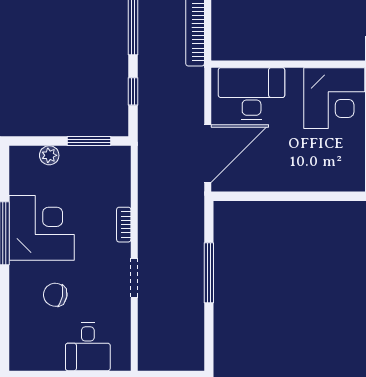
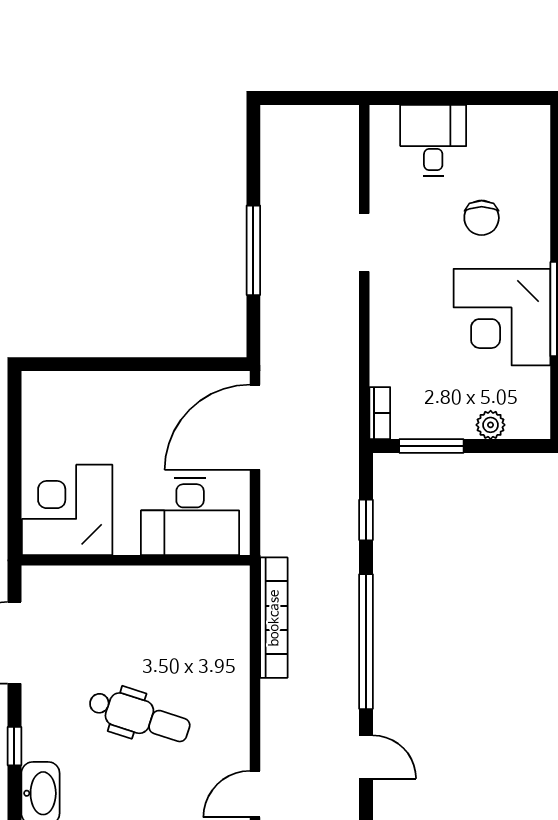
bookcase: (124, 225) -> (380, 413), moved
chair: (55, 295) -> (482, 218), turned 79

